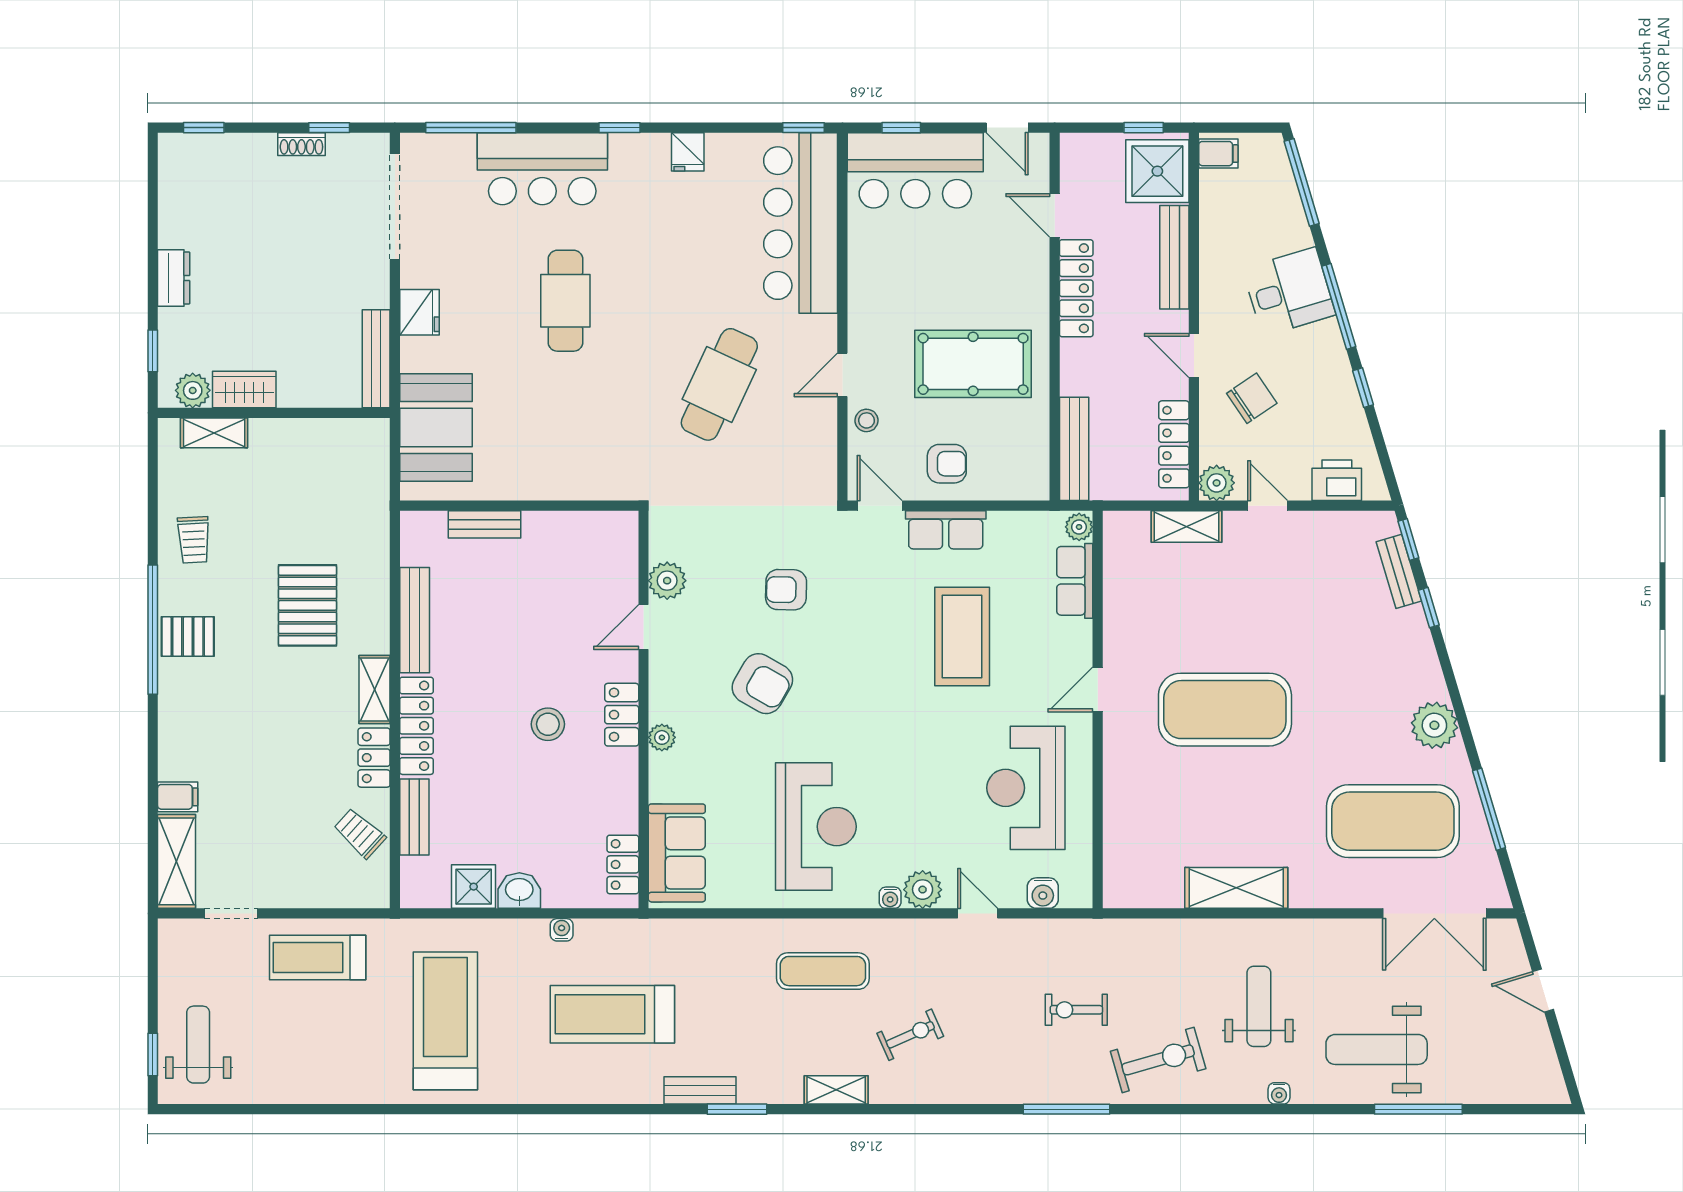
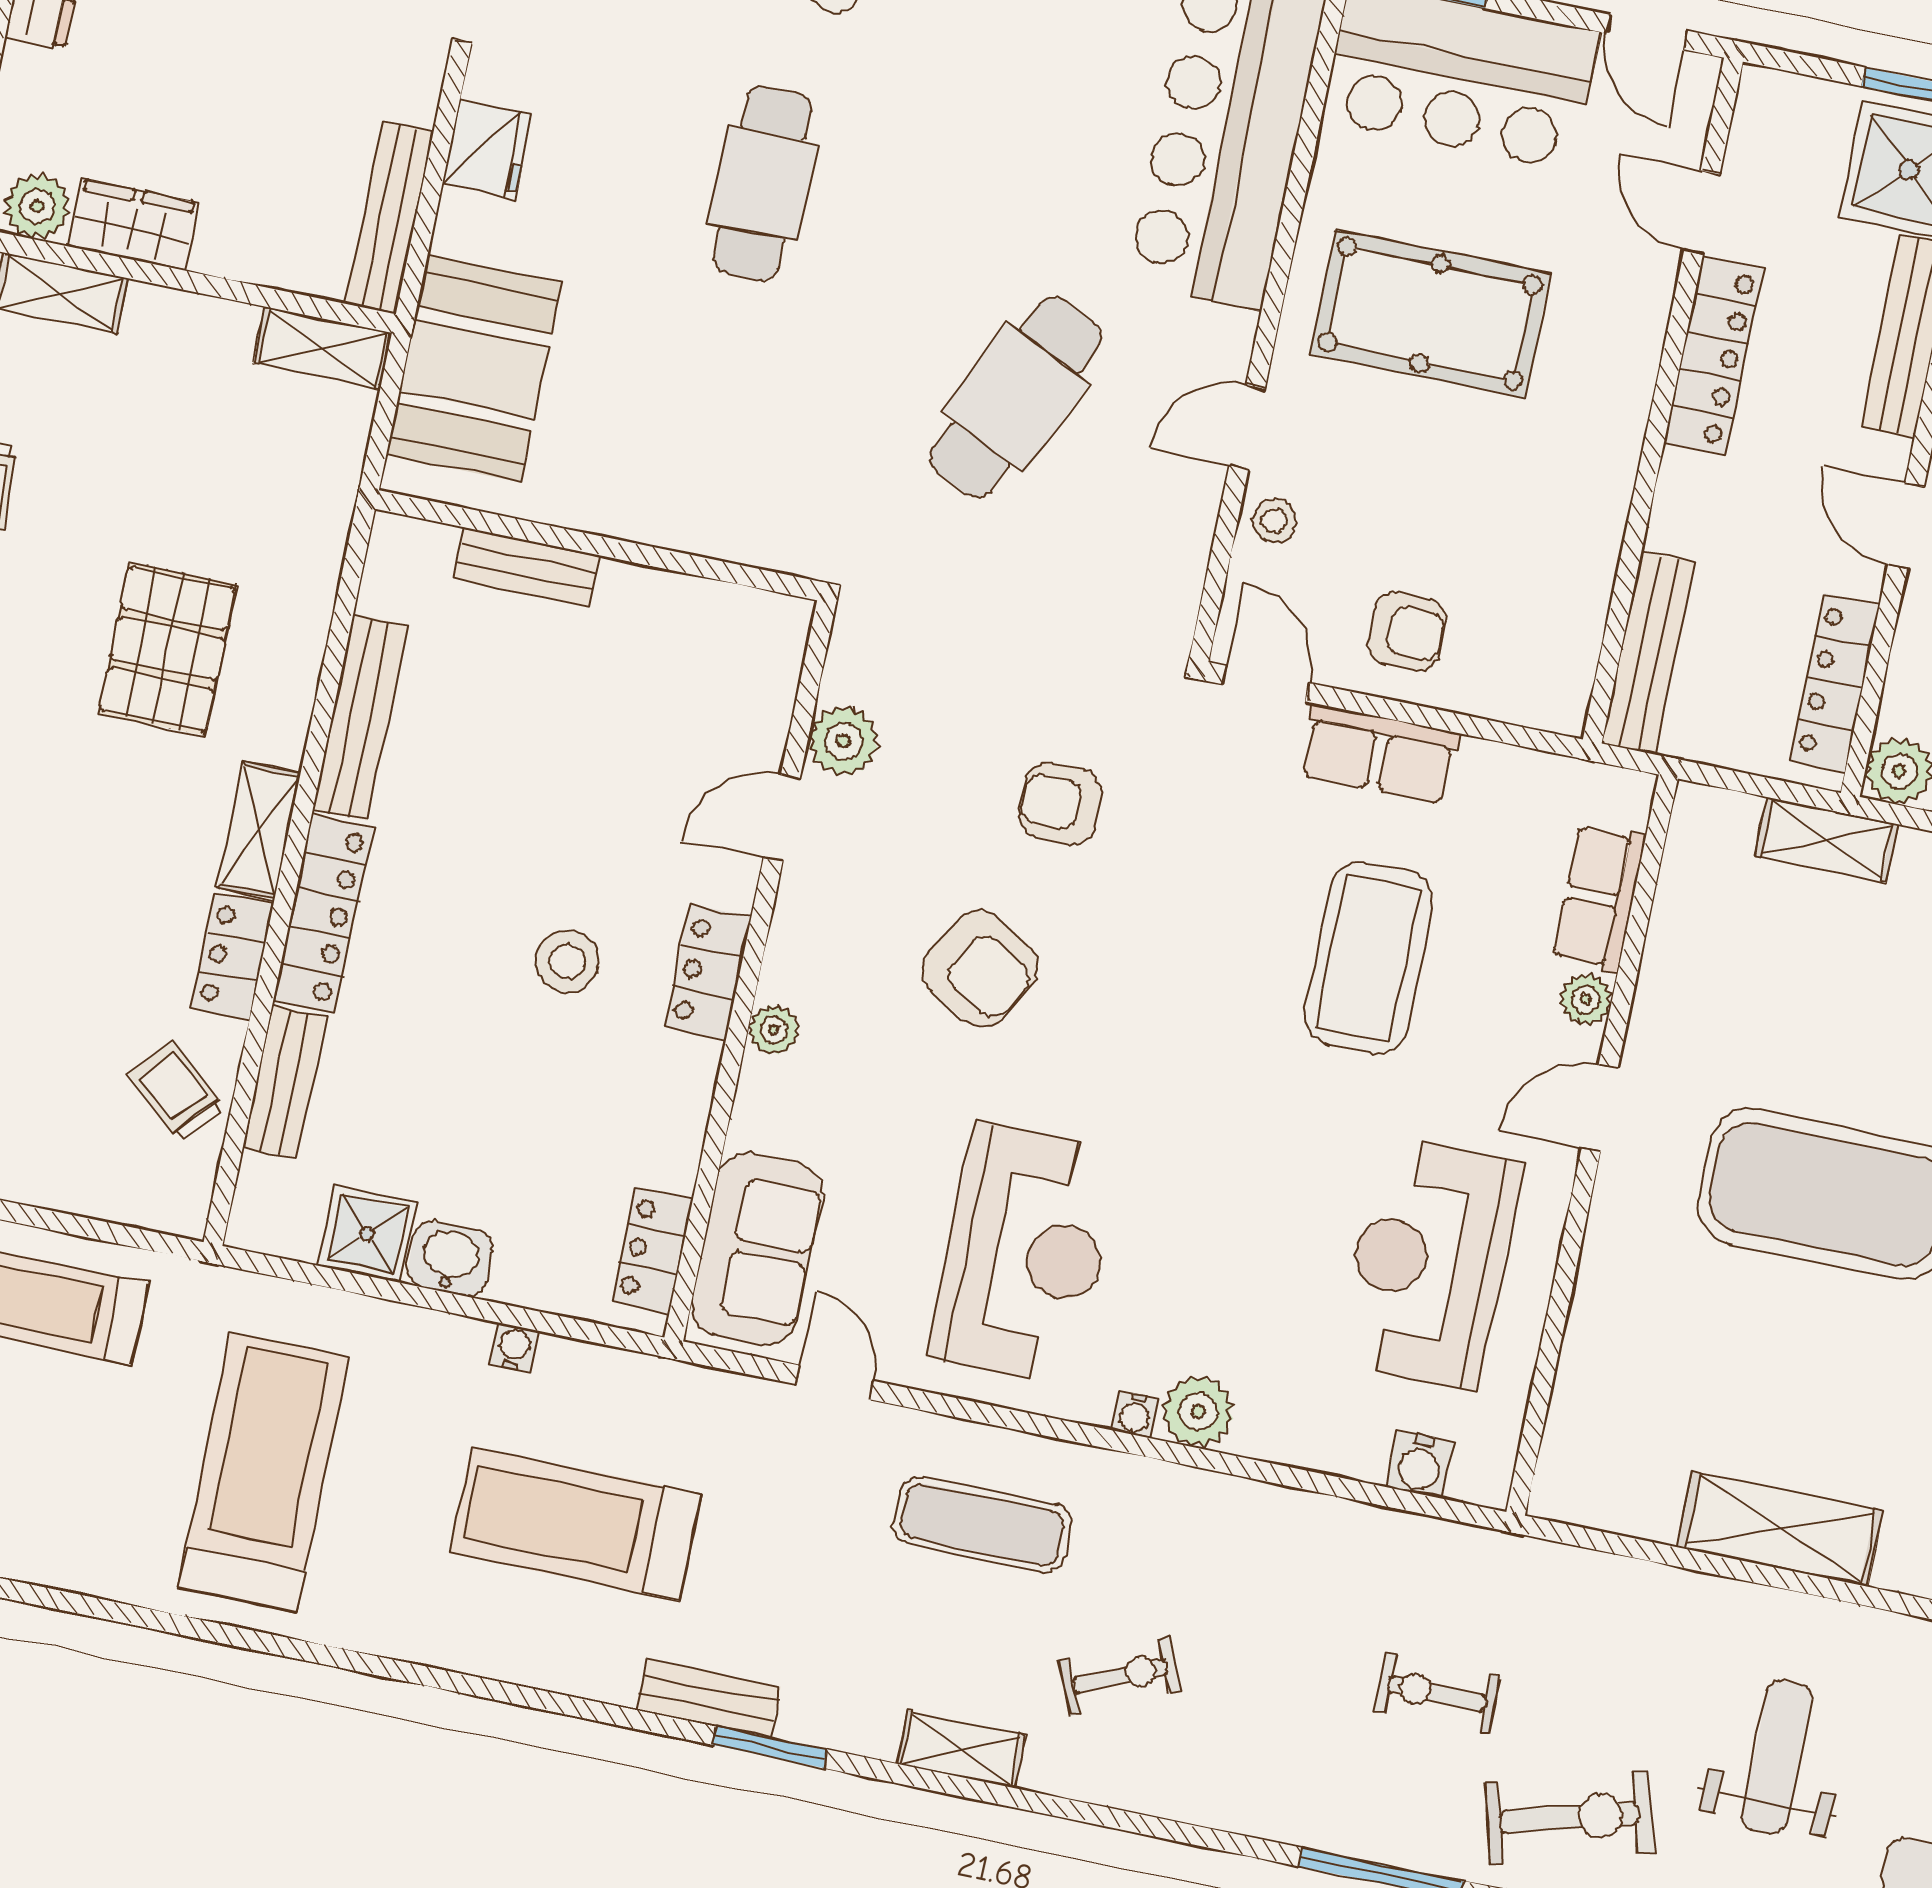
pool table: (973, 364) -> (1430, 314), moved
shelving: (356, 433) -> (323, 348), added
plant: (1079, 527) -> (1586, 999), moved
door: (978, 913) -> (835, 1383), moved

